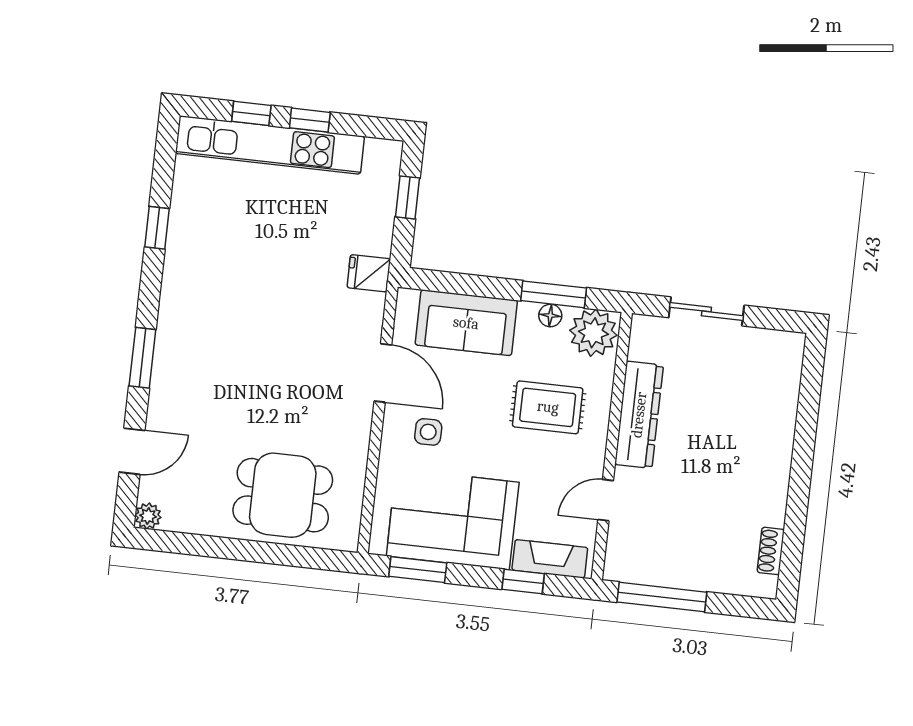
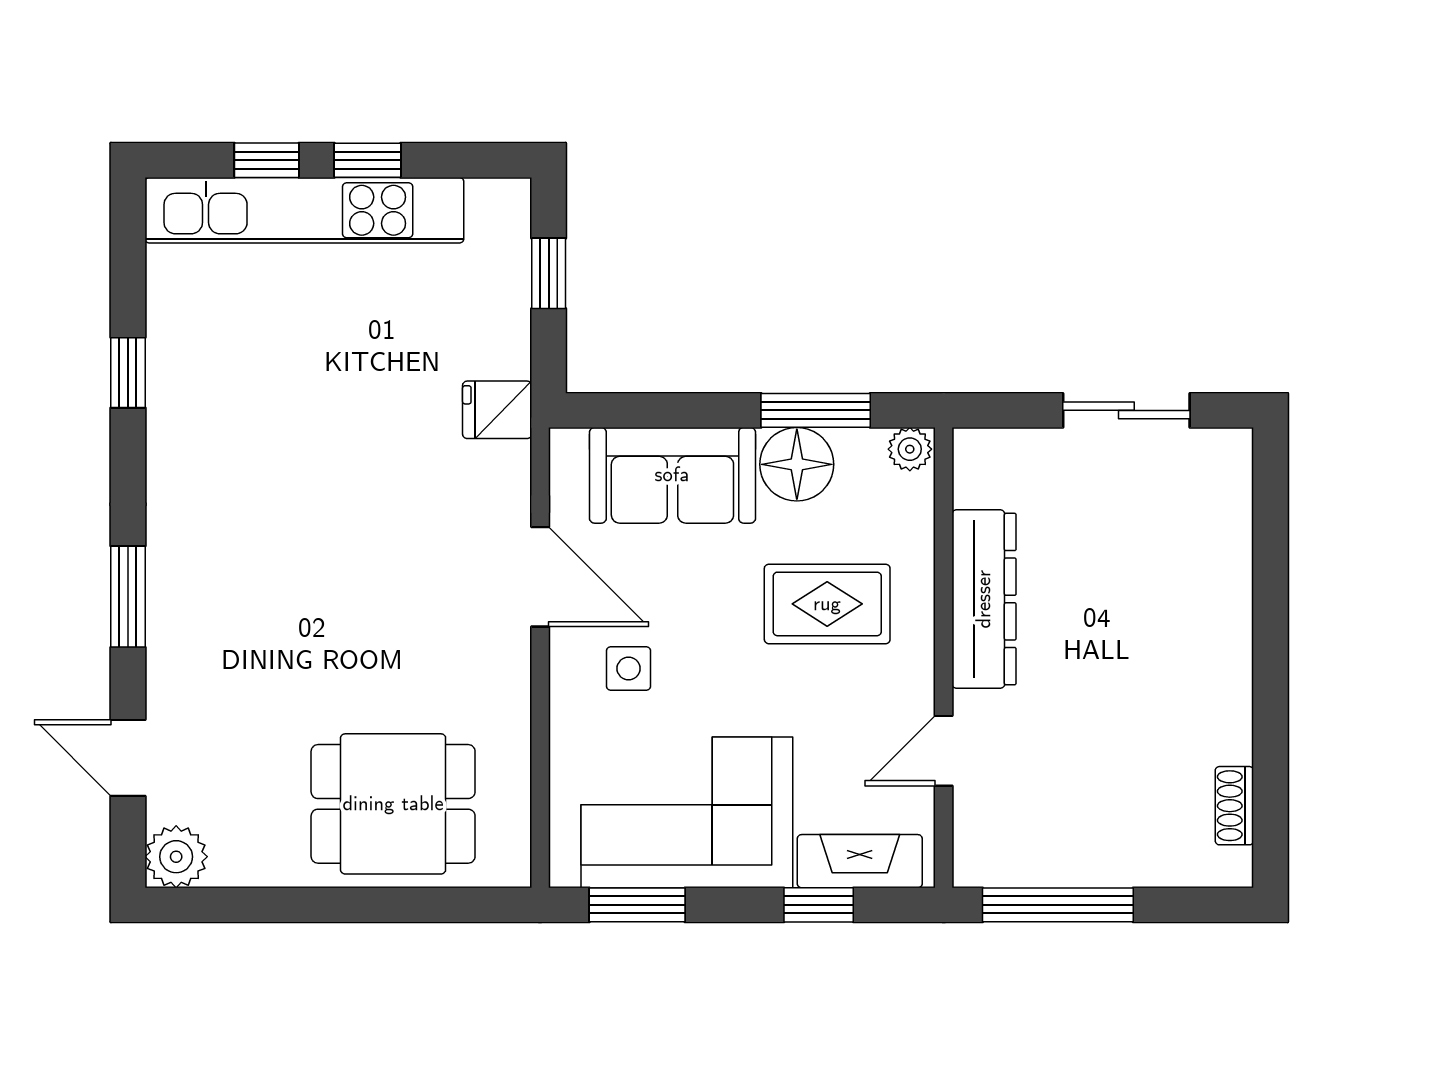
sliding door: (706, 311) -> (1126, 410), moved
floor lamp: (550, 315) -> (797, 464), width x1.89, depth x1.89
plant: (593, 333) -> (910, 449), width x0.53, depth x0.53
door: (132, 451) -> (128, 758), swing flipped
plant: (148, 516) -> (176, 857), width x1.38, depth x1.38

